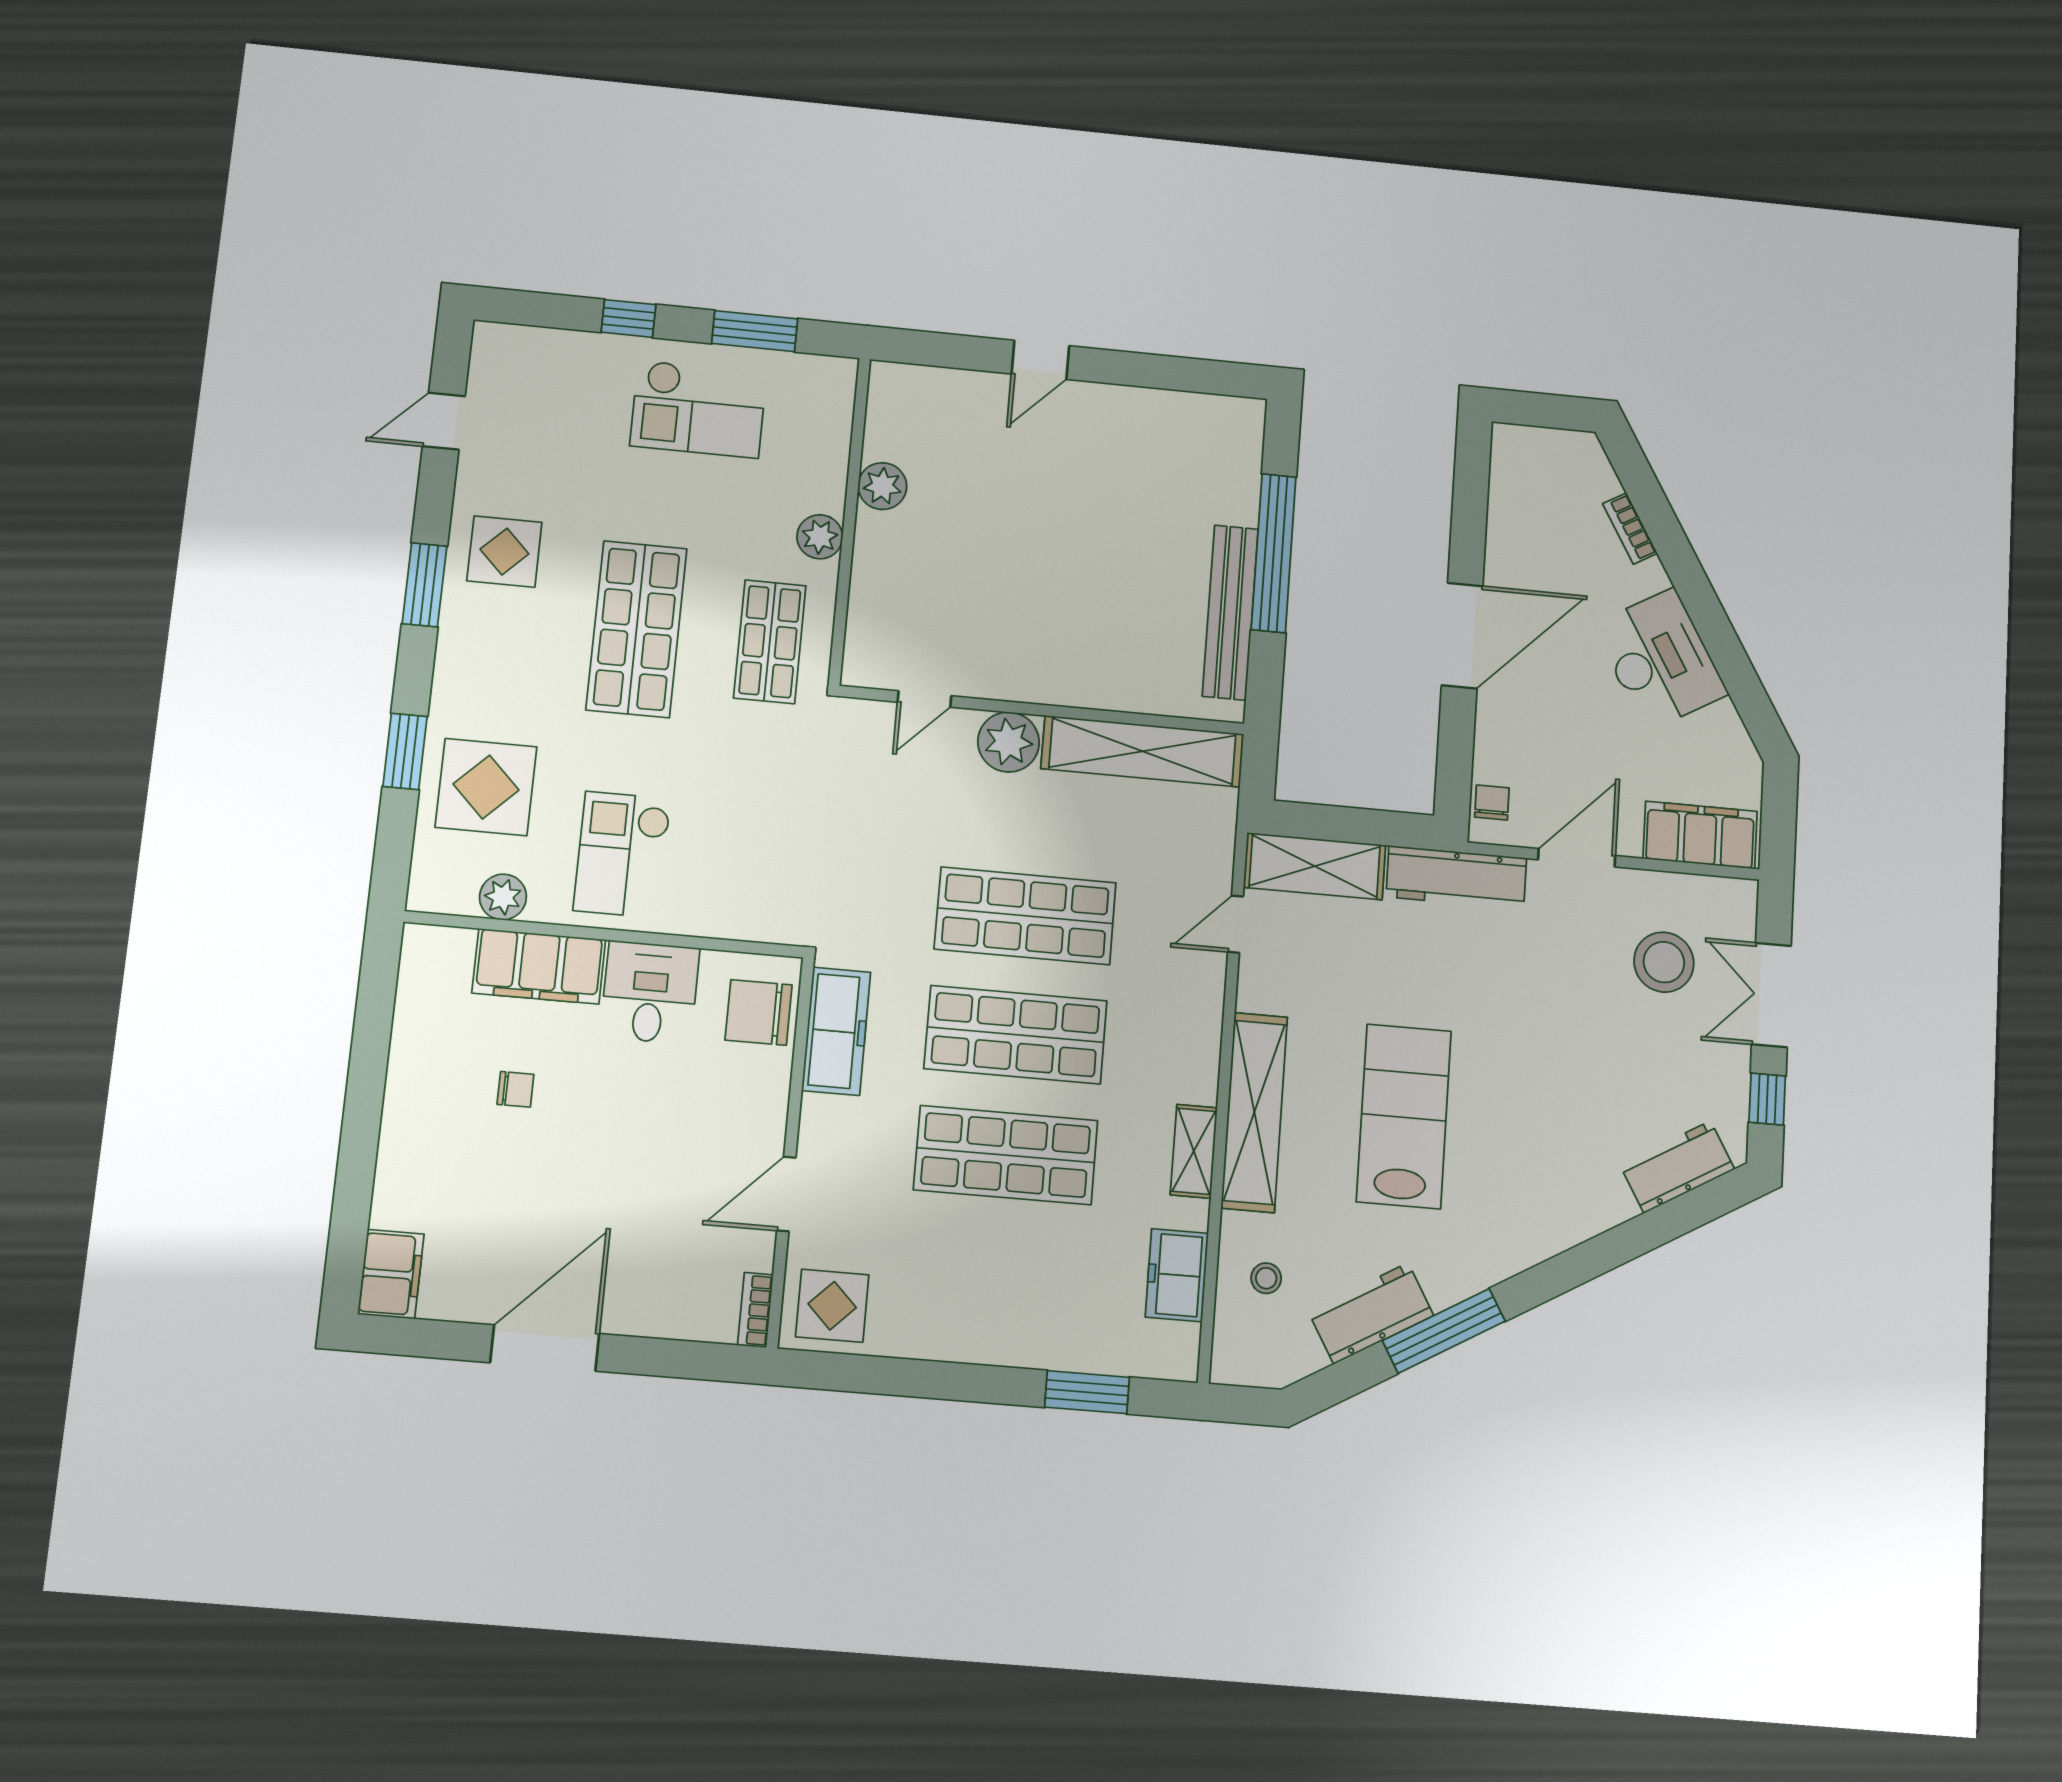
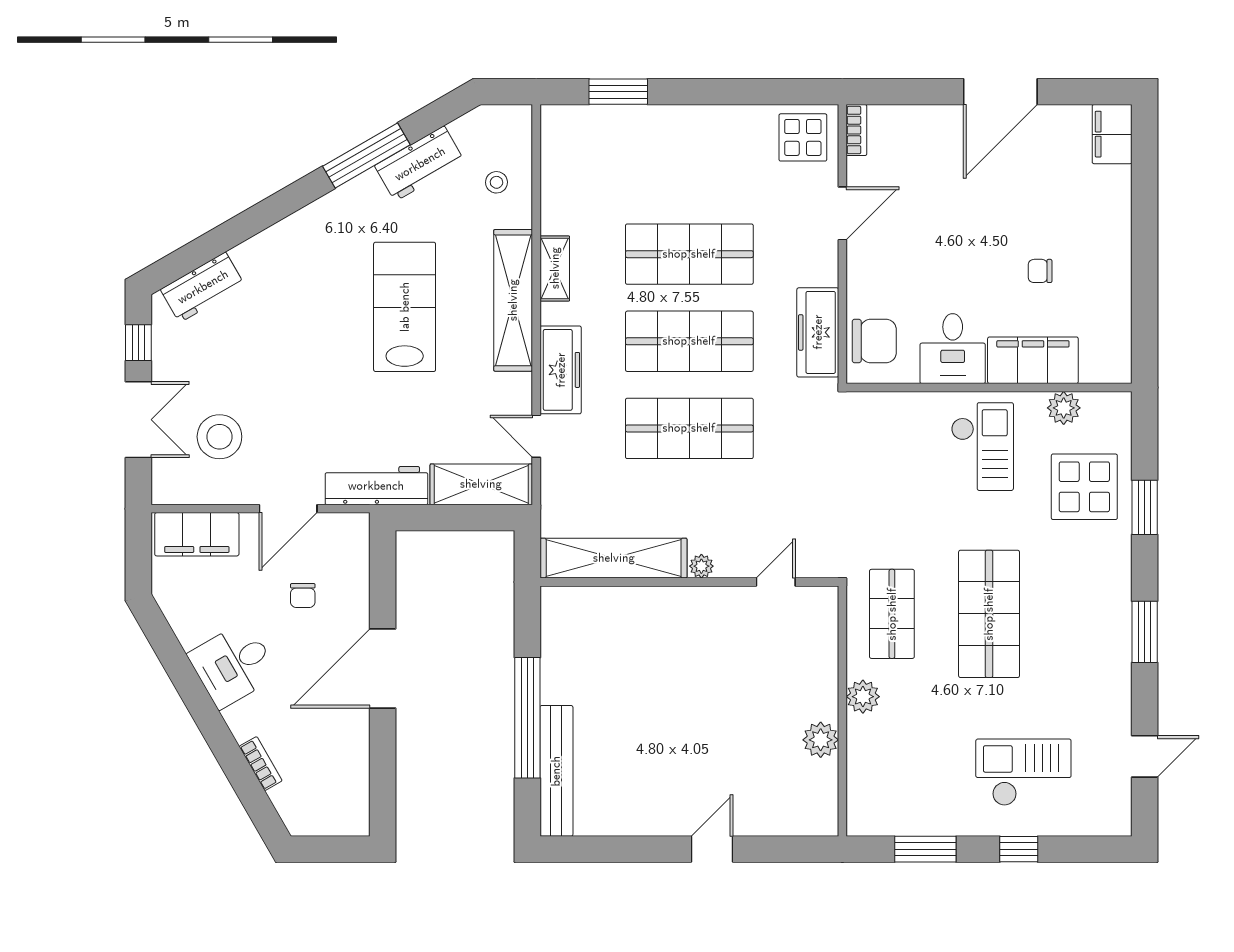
checkout: (698, 409) -> (1023, 772), moved
display table: (504, 552) -> (1090, 662), removed
bench: (1230, 612) -> (556, 771), moved
desk: (1660, 659) -> (233, 665), width x0.73
plant: (1009, 742) -> (701, 566), width x0.53, depth x0.53
chair: (1492, 802) -> (303, 596), moved
door: (1235, 924) -> (536, 436), swing flipped
lab bench: (1404, 1116) -> (405, 307), turned 180
freezer: (1177, 1275) -> (561, 370), moved, width x1.40

